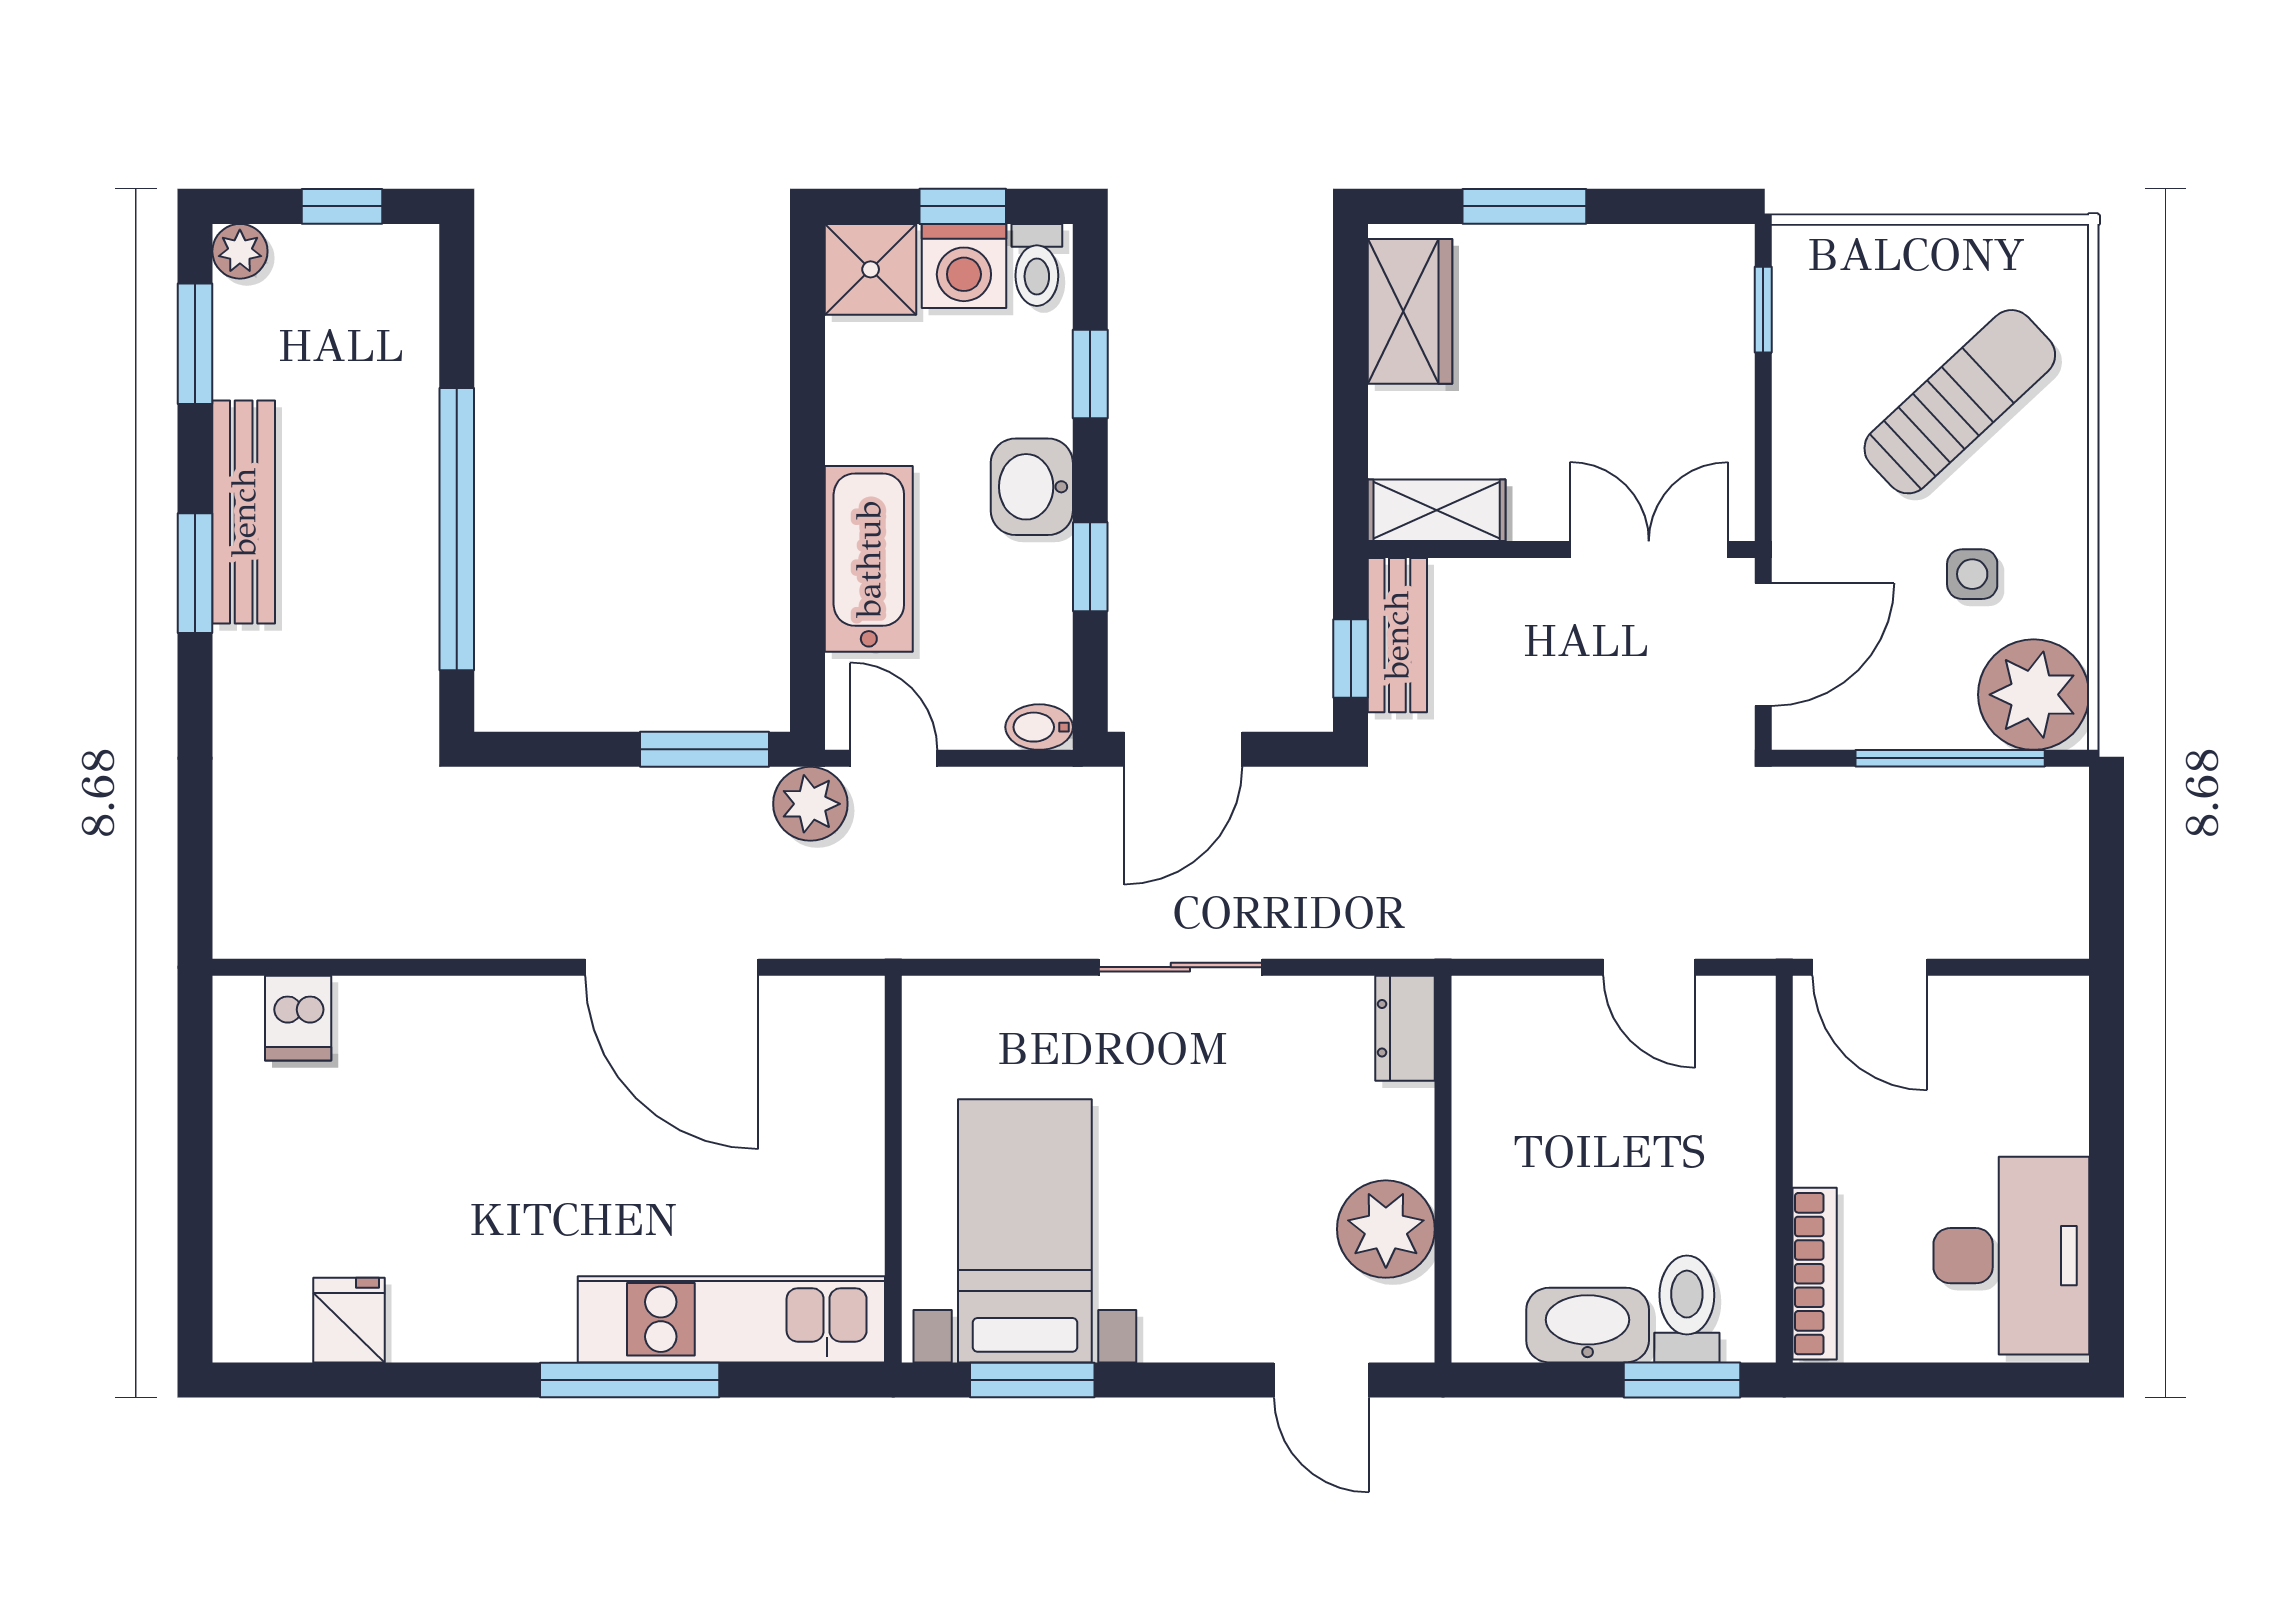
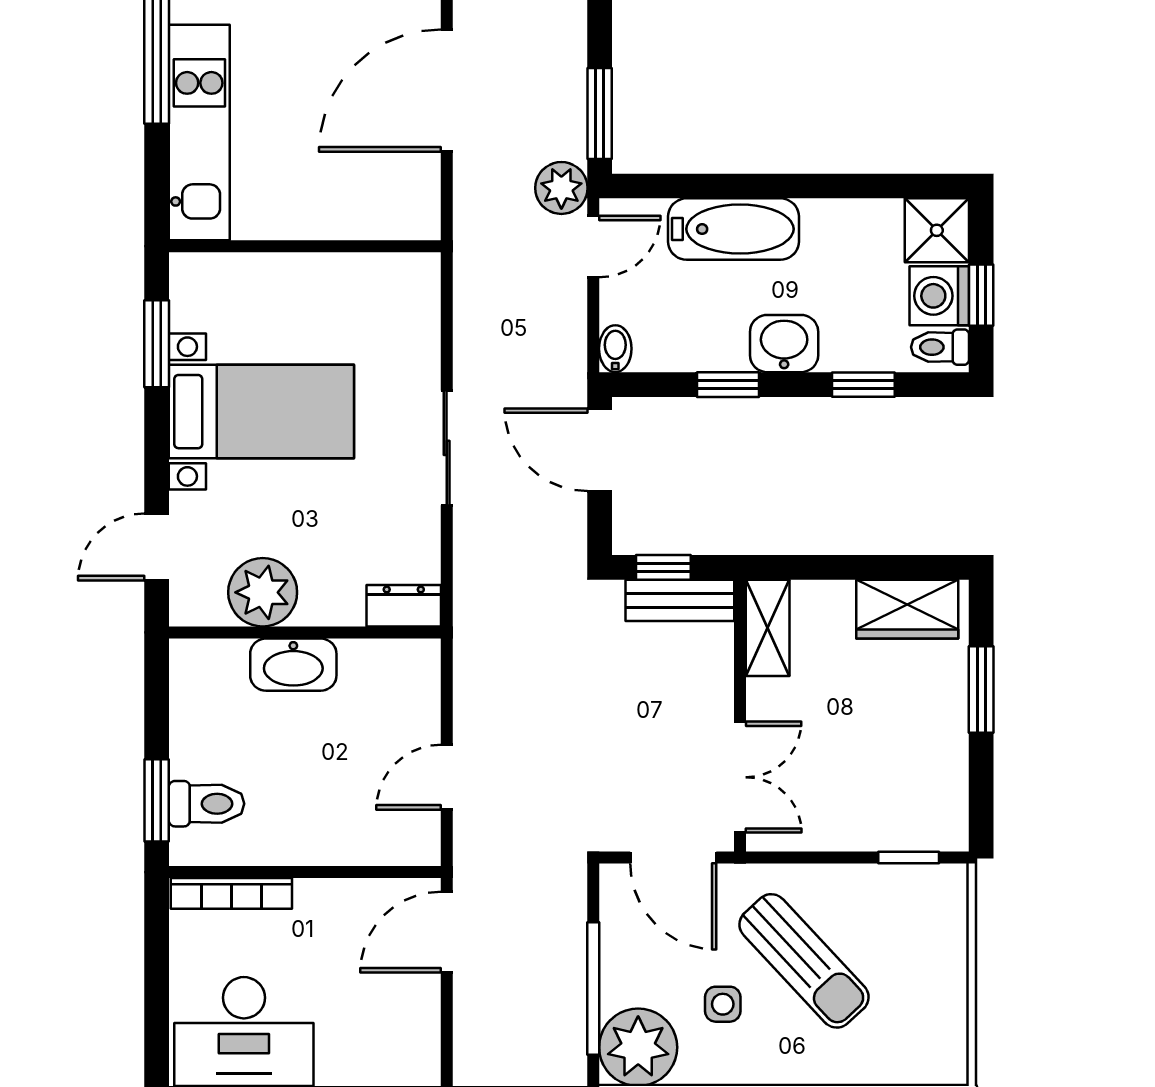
sun lounger: (1960, 402) -> (804, 961), moved
bed with nightstands: (1025, 1231) -> (261, 412), moved
washbasin: (1588, 1325) -> (293, 665), moved, turned 90

